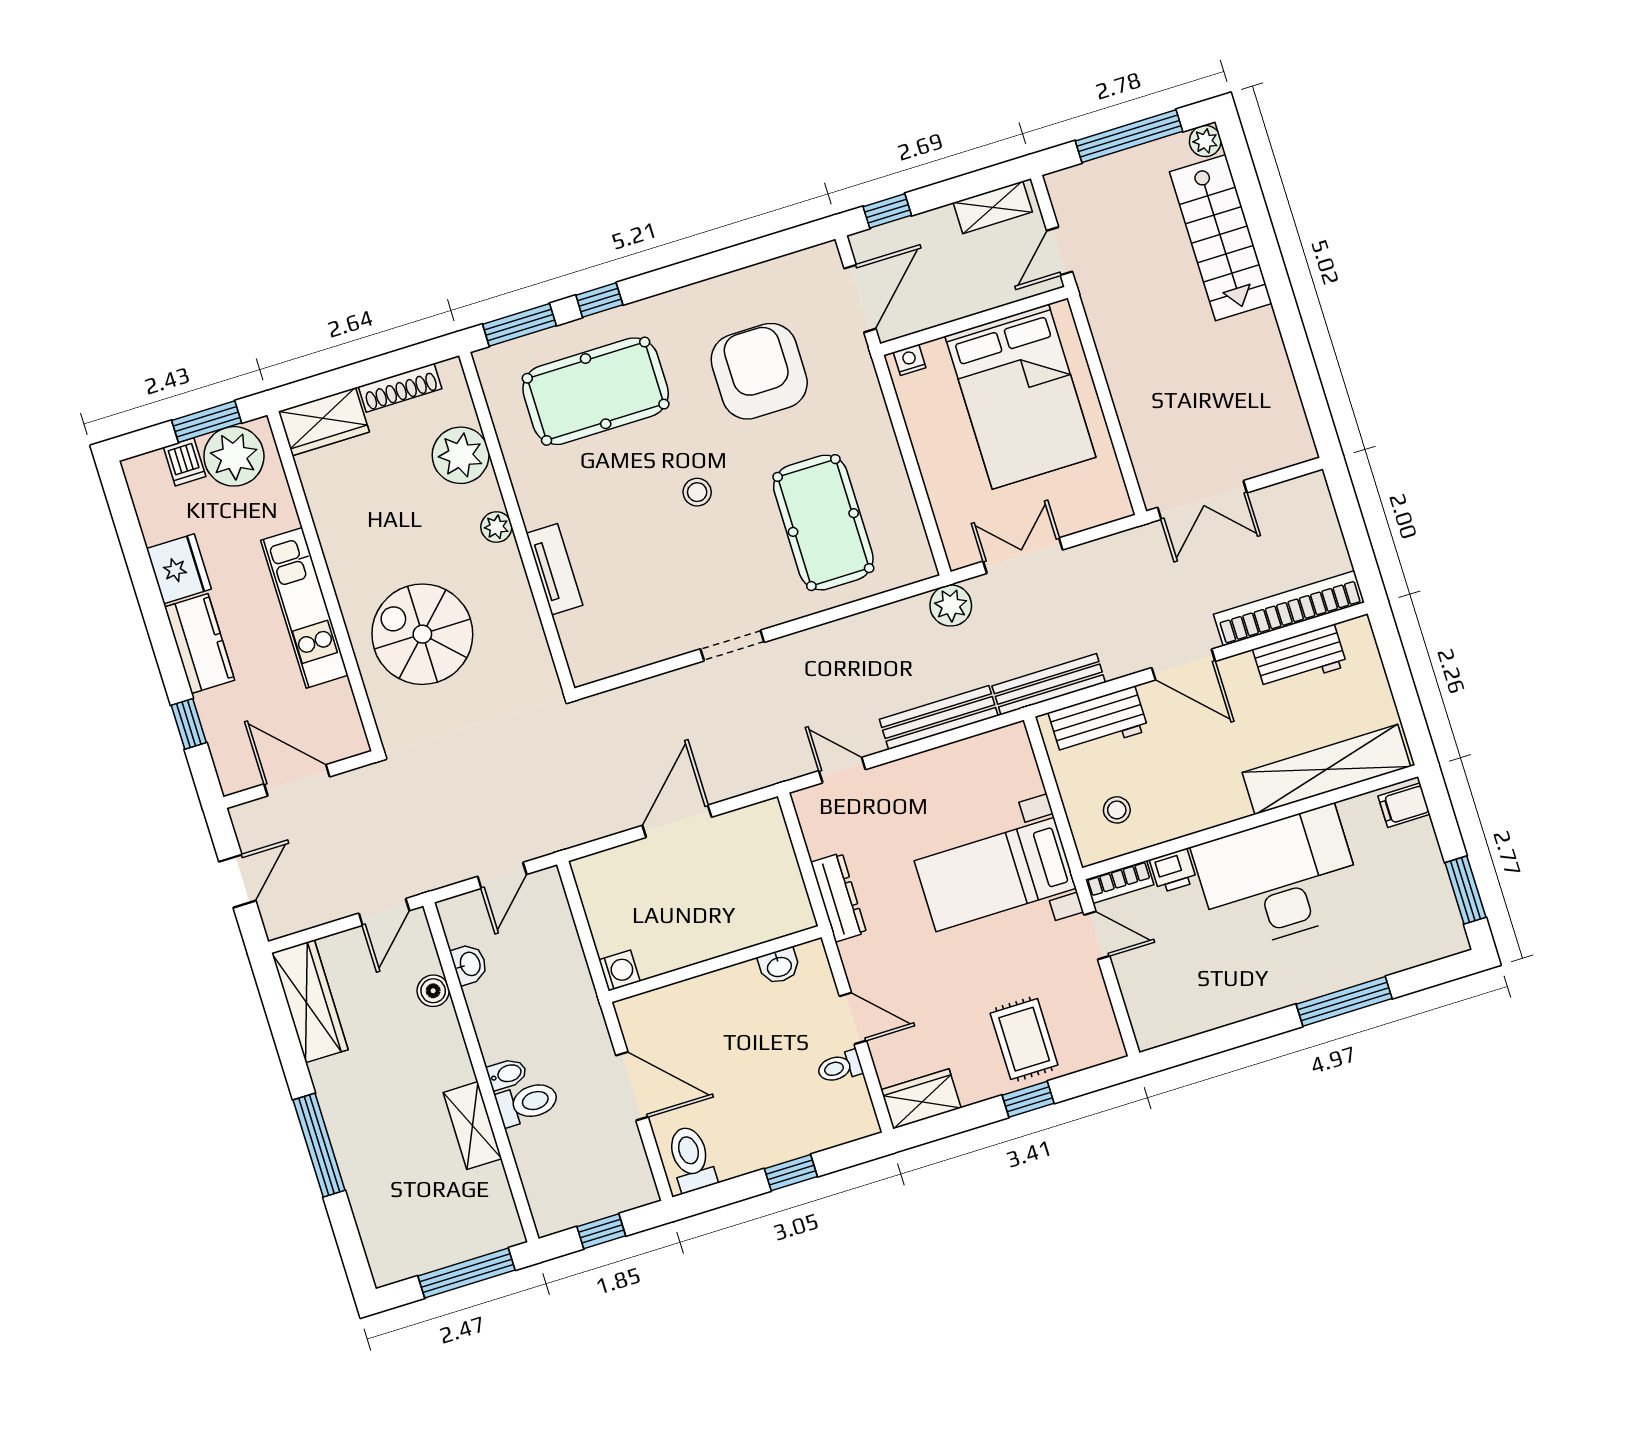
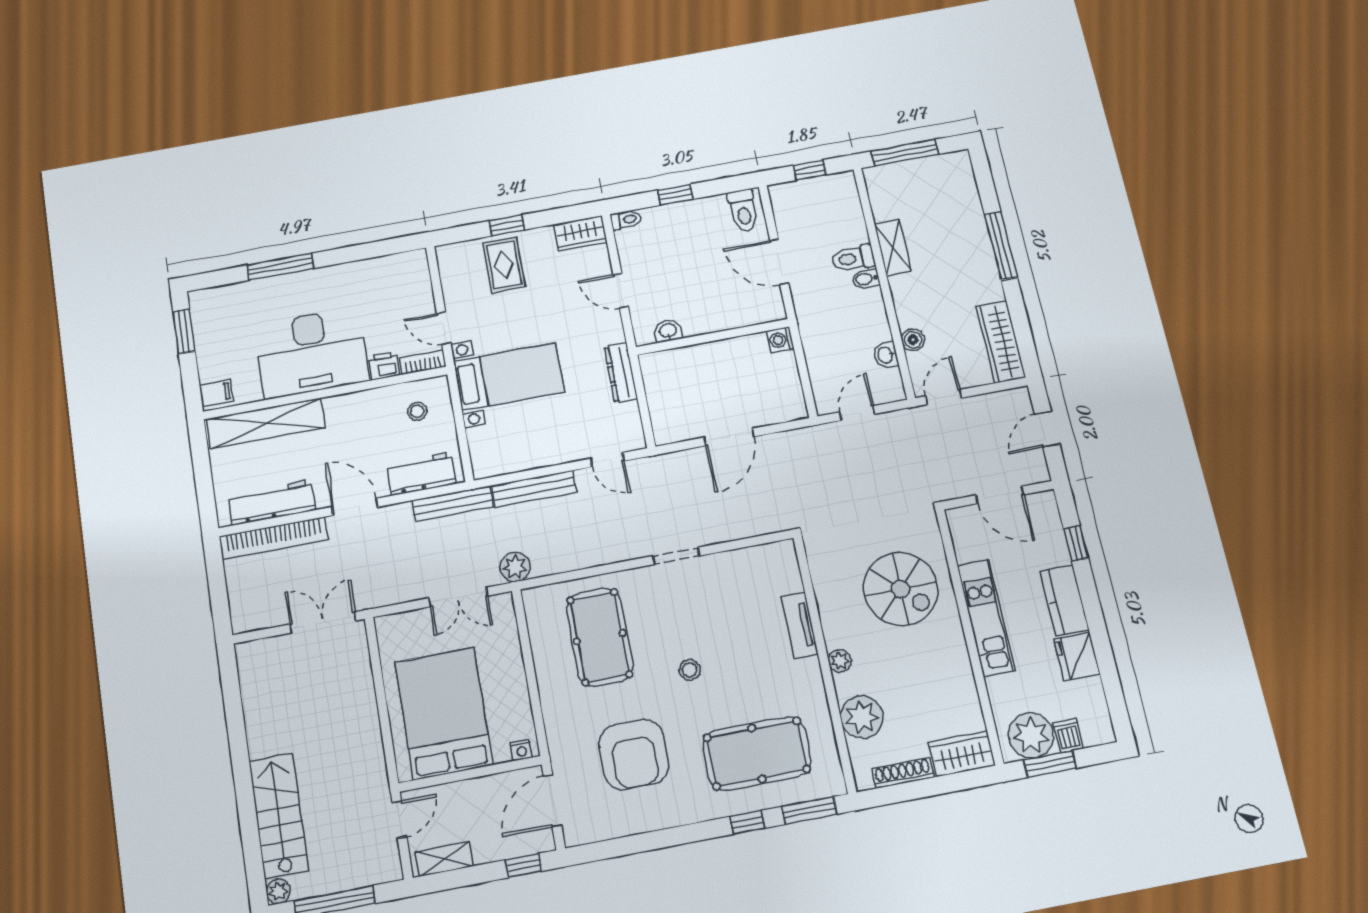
workbench: (1300, 658) -> (272, 503), width x1.38
toilet: (840, 1067) -> (626, 220), moved

